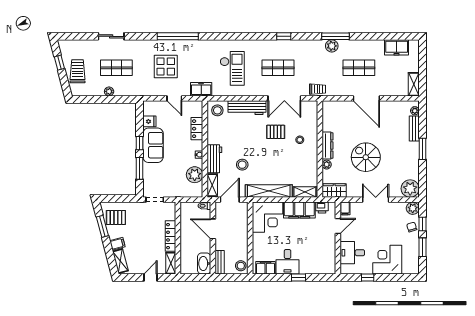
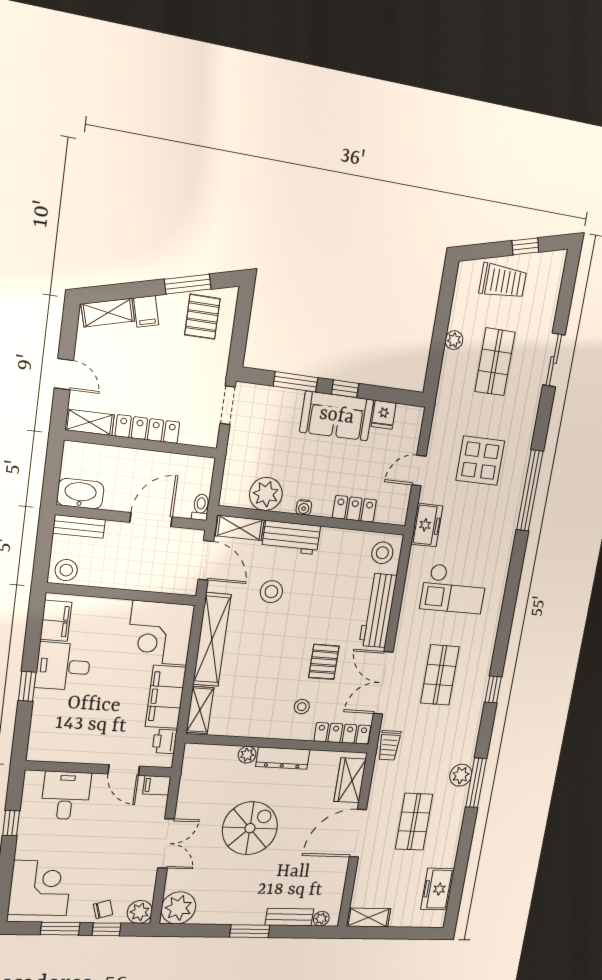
locker: (313, 116) -> (342, 733), added
wardrobe: (334, 190) -> (350, 780), moved, turned 180
corner desk: (387, 260) -> (40, 888), moved

